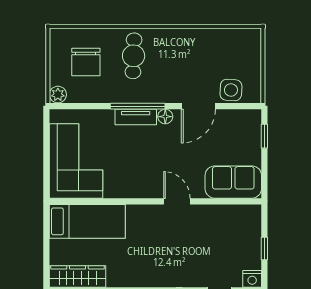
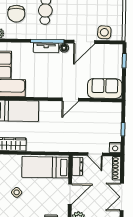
door: (177, 201) -> (70, 100), swing flipped

